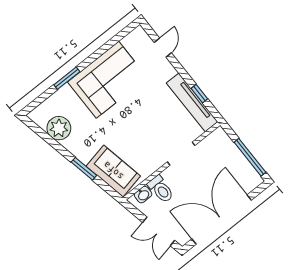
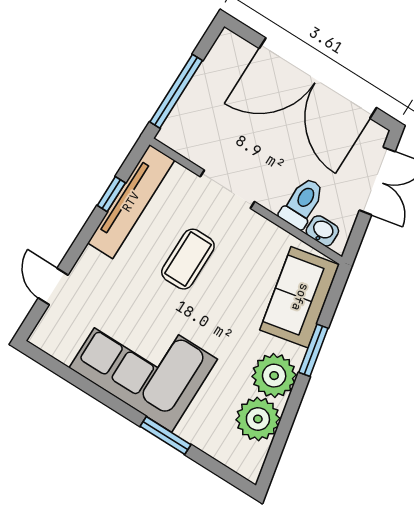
door: (163, 48) -> (53, 286), hinge flipped
coffee table: (153, 121) -> (188, 259), added
plant: (78, 144) -> (274, 376), added
window: (250, 157) -> (176, 91), moved

